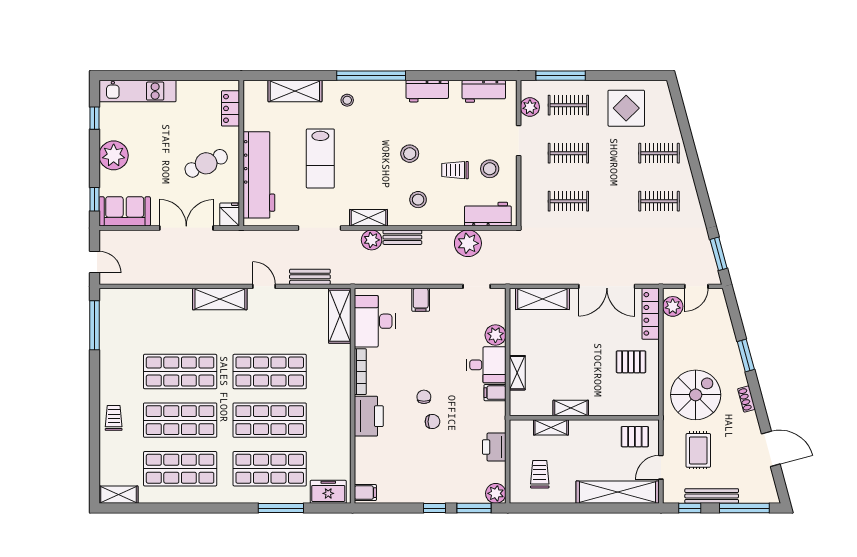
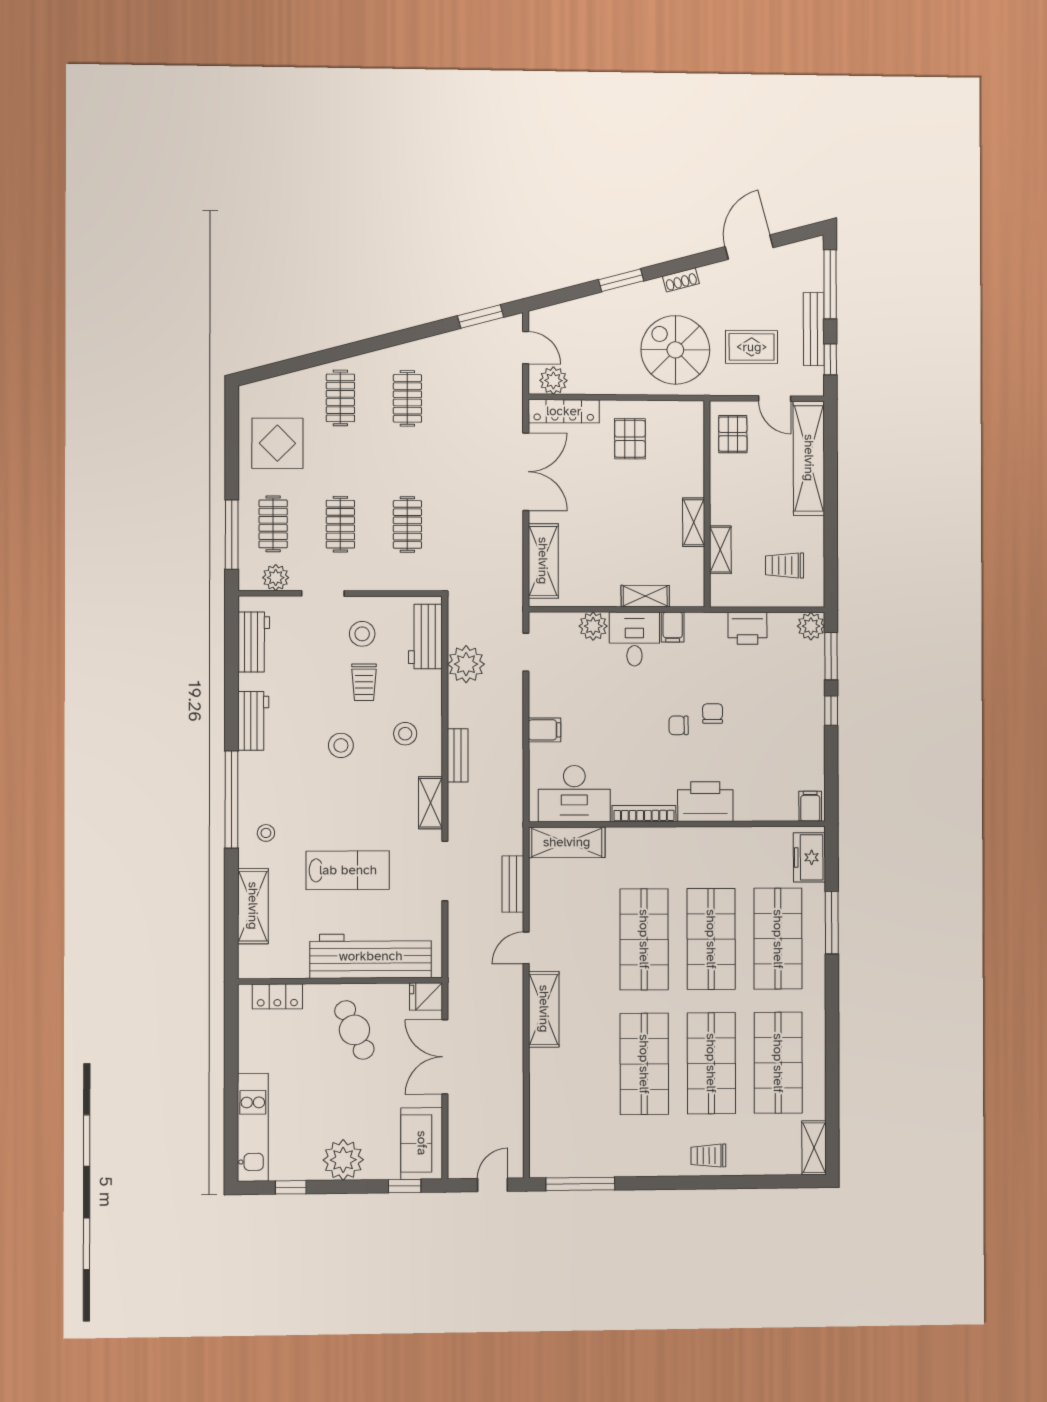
plant: (372, 240) -> (461, 798), removed

